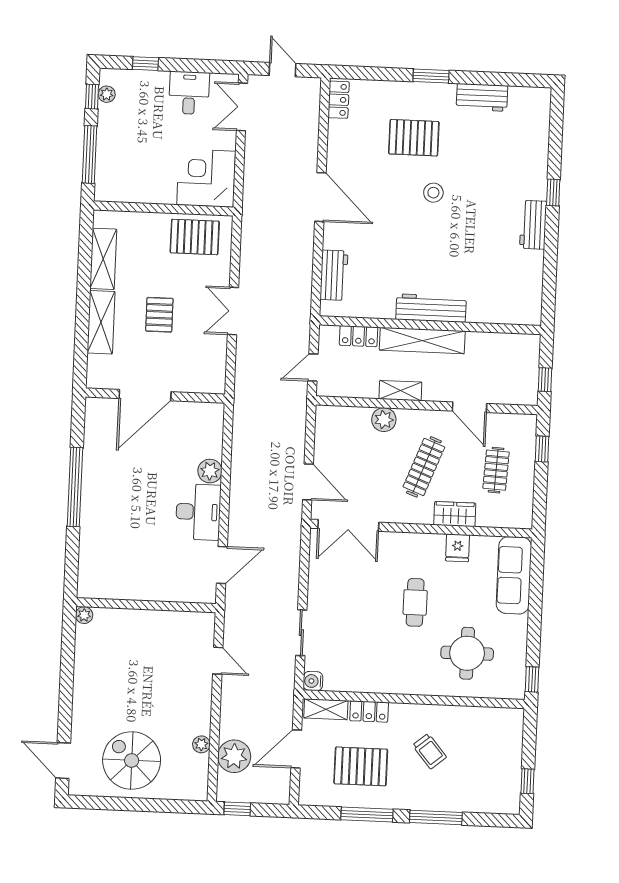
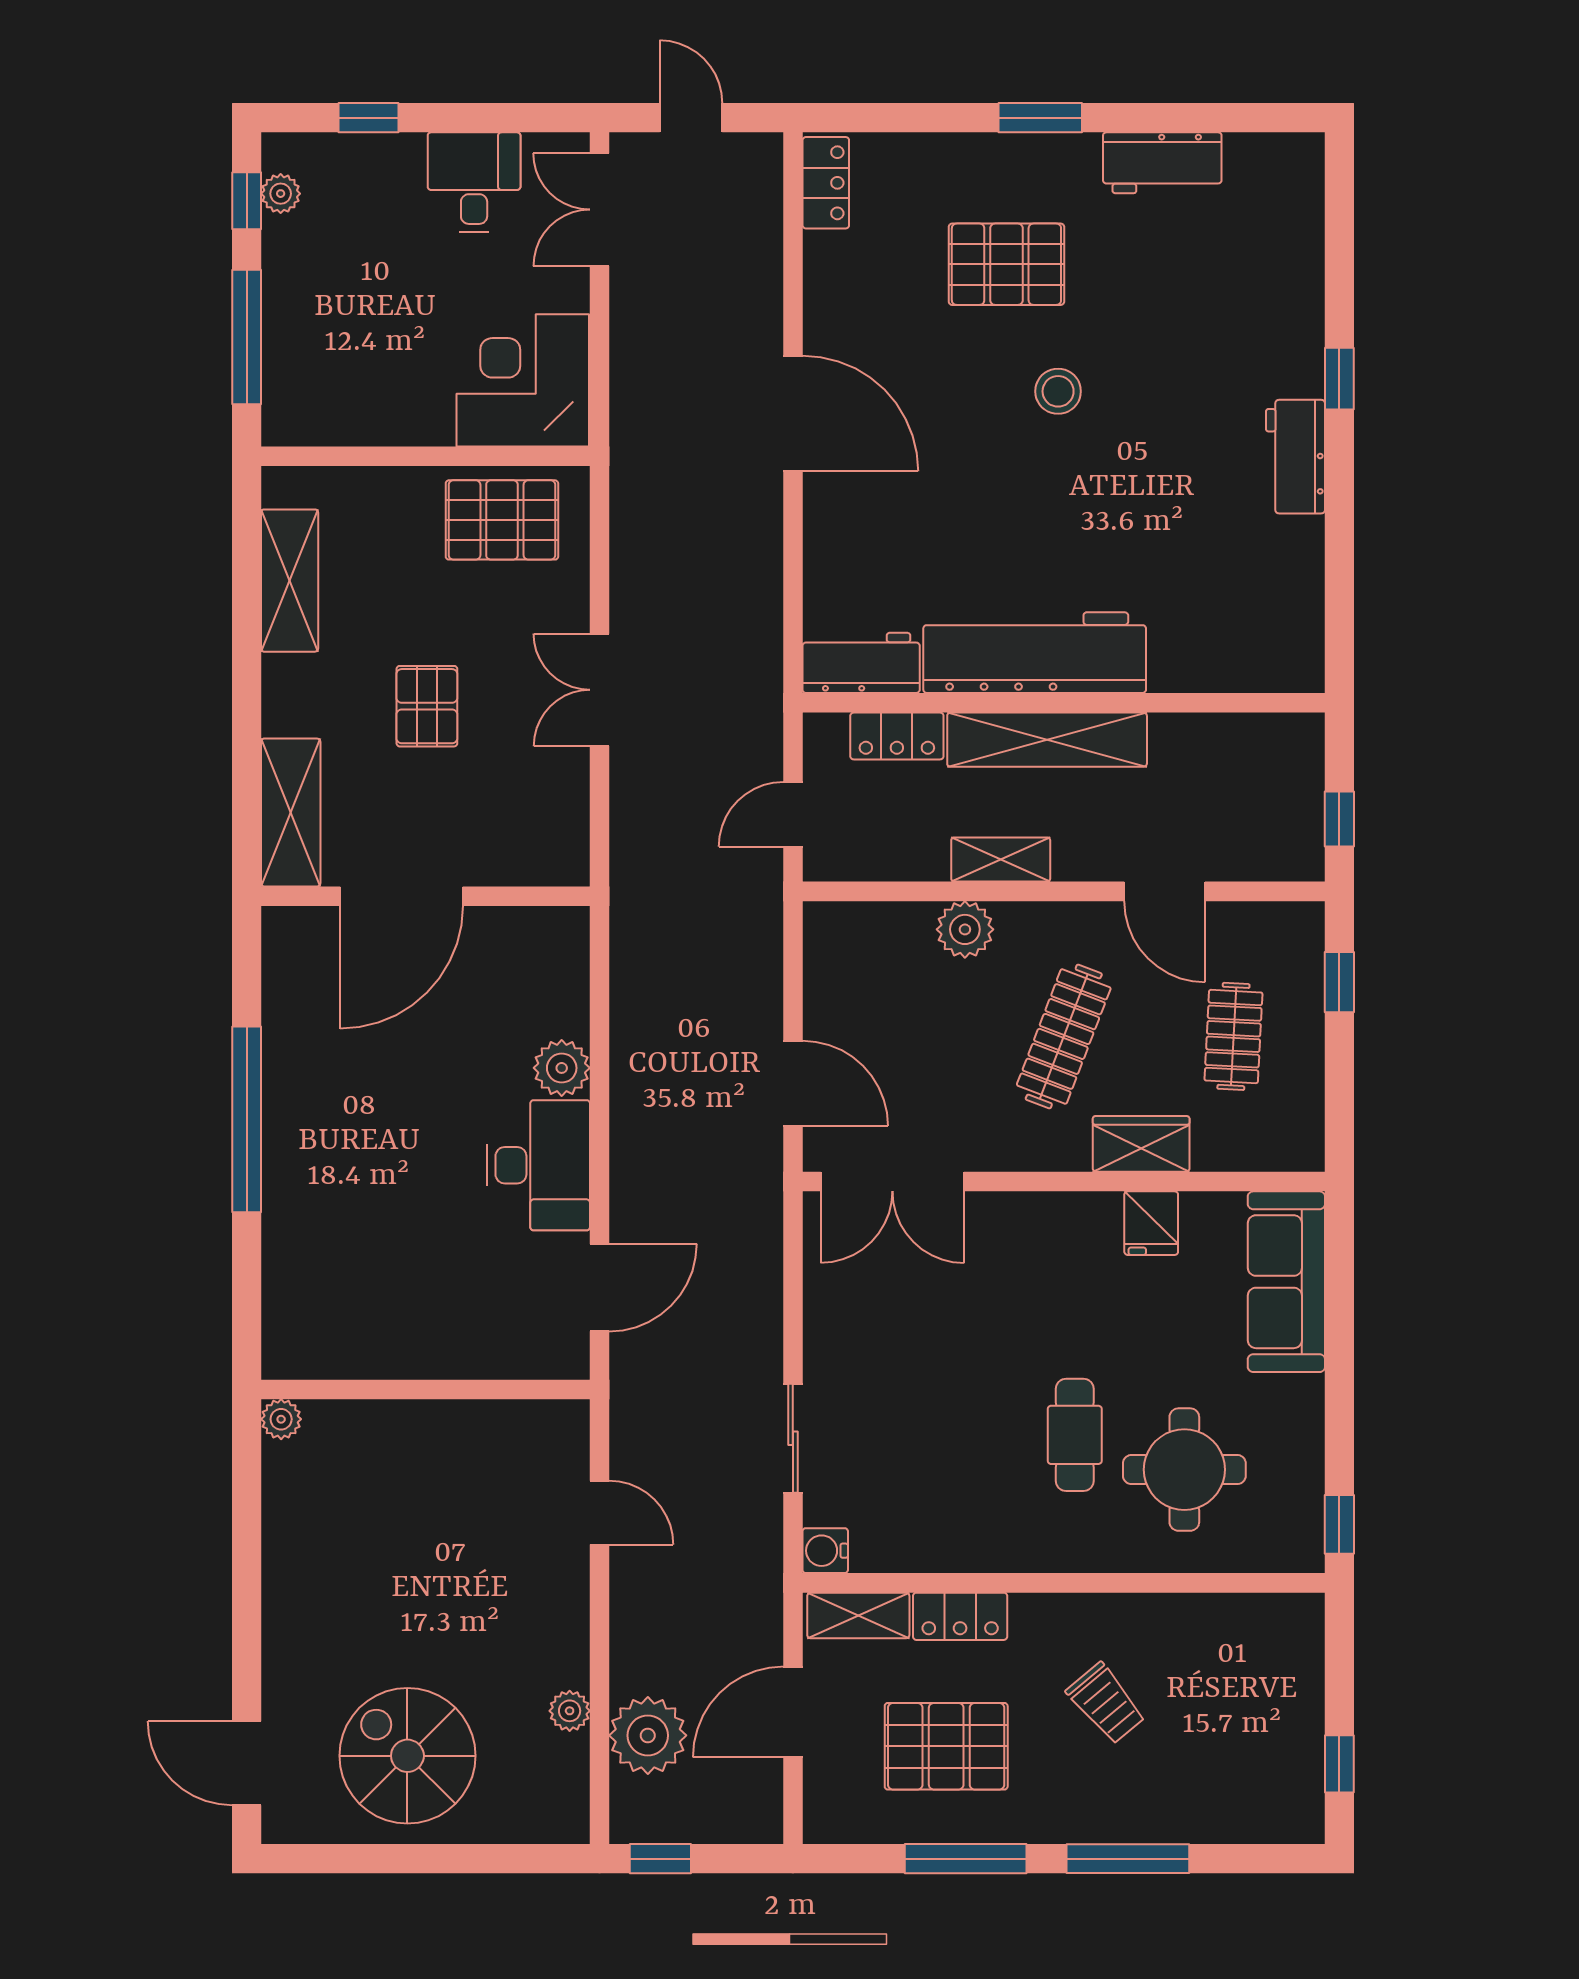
workbench: (334, 275) -> (861, 663), moved, turned -90
workbench: (431, 308) -> (1035, 653), width x1.36, depth x1.32
shelving: (101, 322) -> (291, 813), moved
cafe table: (415, 602) -> (1075, 1435), moved

